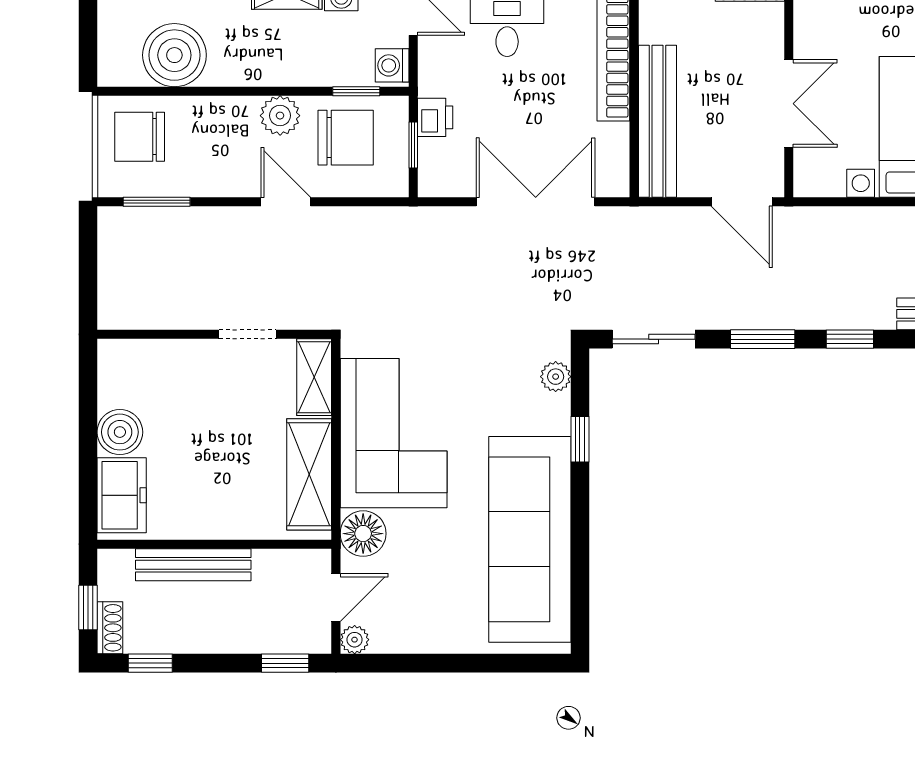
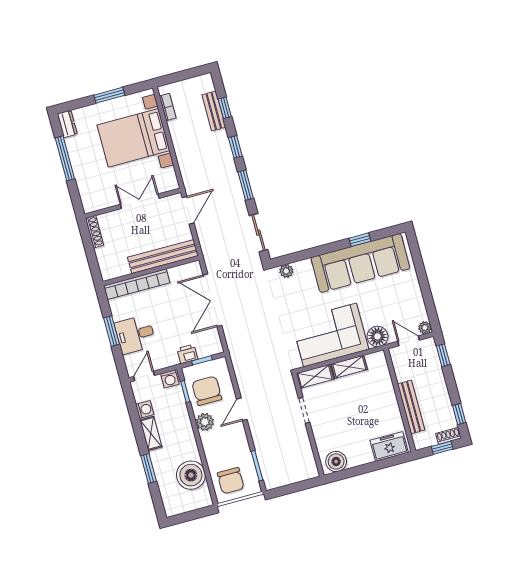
boiler: (120, 432) -> (336, 461), moved
window: (580, 439) -> (360, 240), moved
shelving: (309, 474) -> (349, 367), width x0.67, depth x0.75

